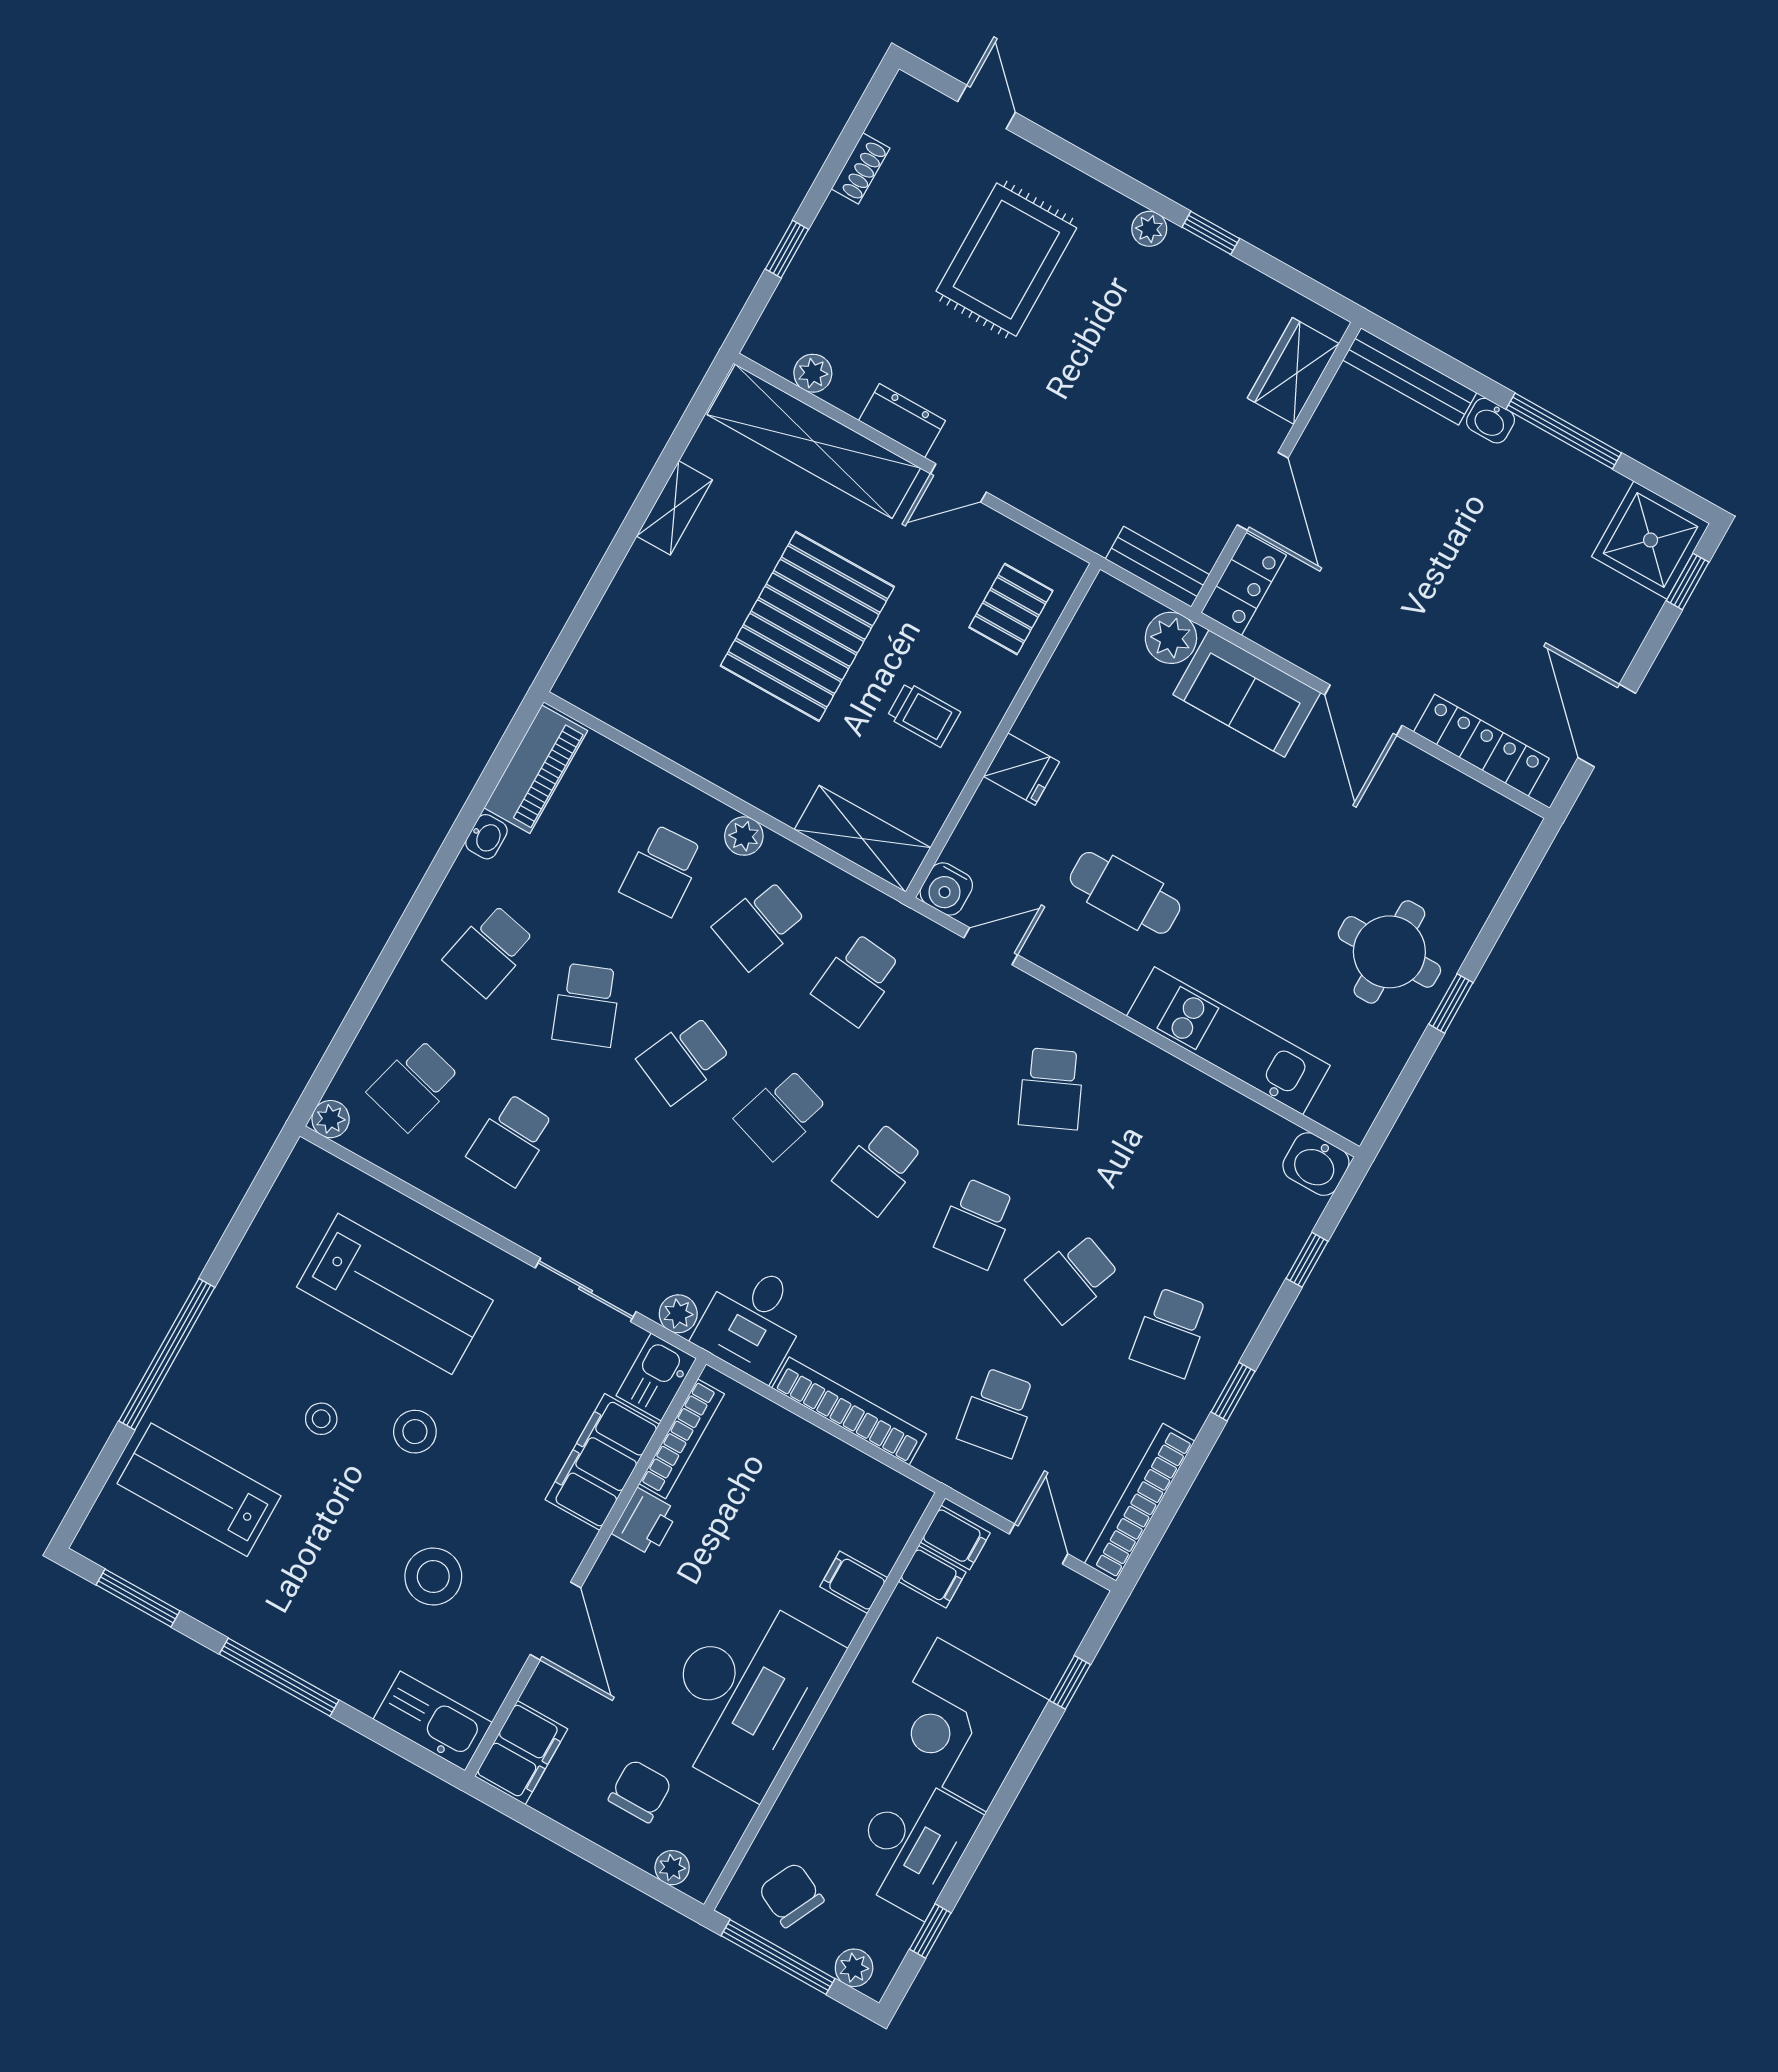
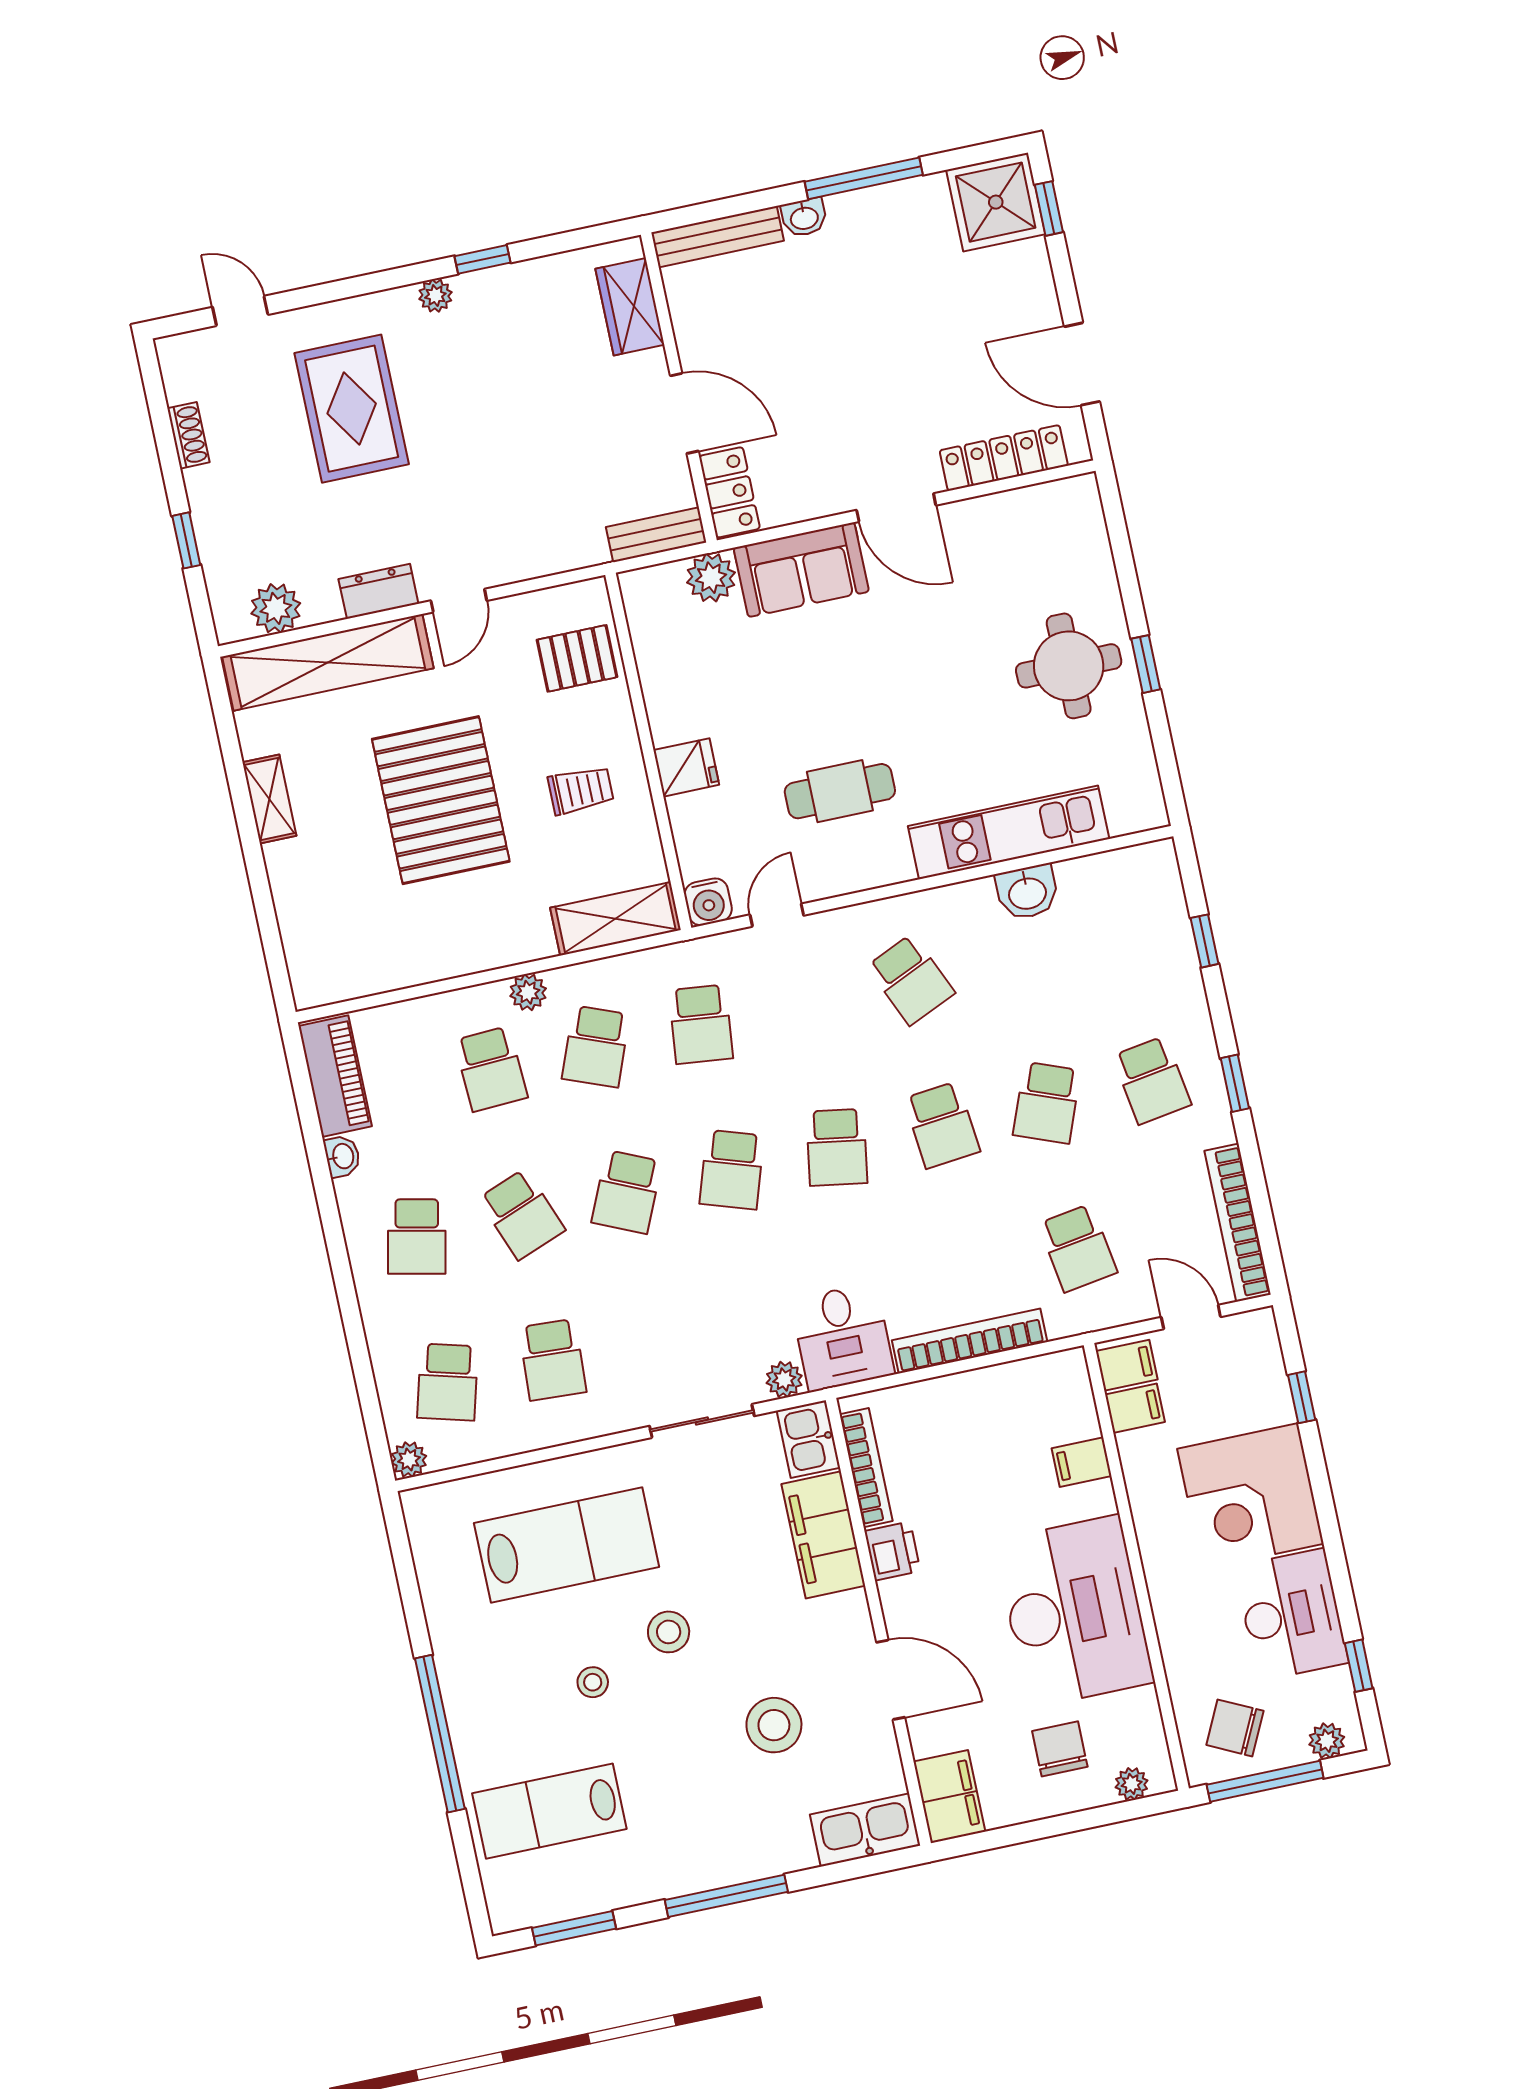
plant: (813, 373) -> (276, 608), width x1.38, depth x1.38
pallet: (1011, 609) -> (577, 658), turned 90
washbasin: (1316, 1164) -> (1027, 892), moved

